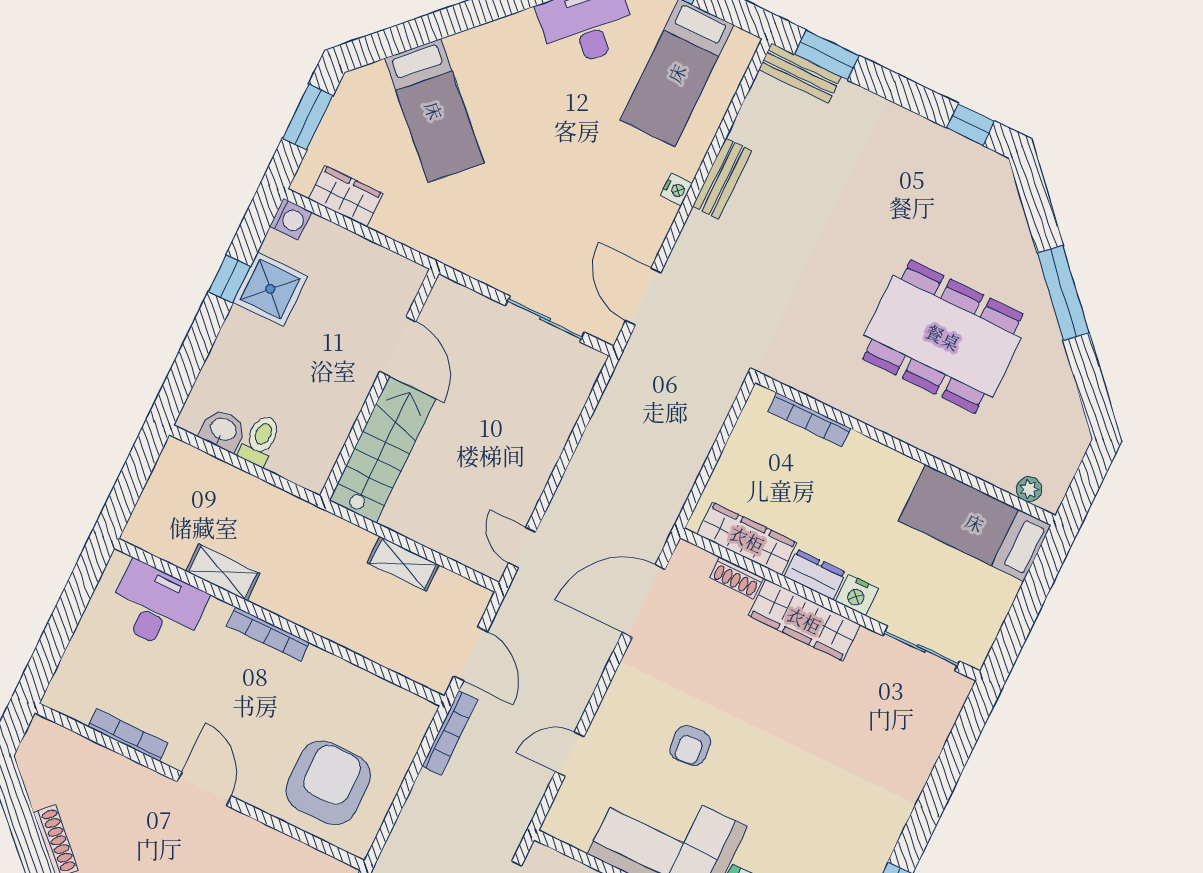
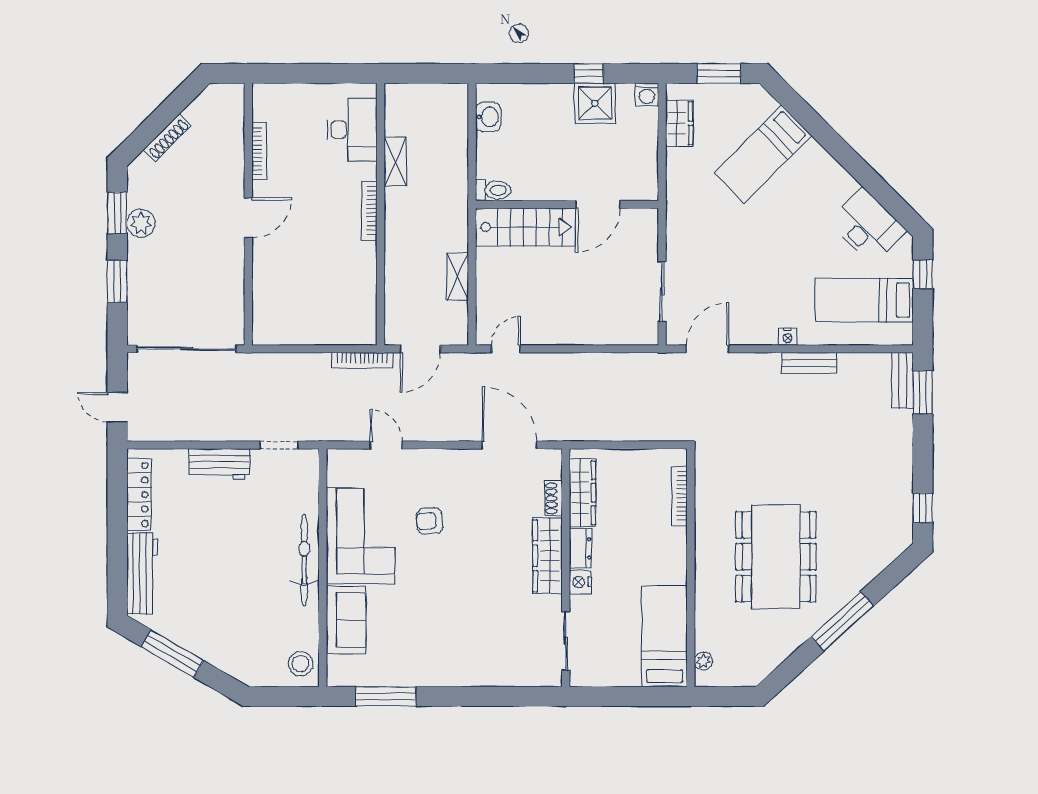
toilet: (260, 440) -> (493, 190), moved
armchair: (328, 783) -> (291, 297), removed

